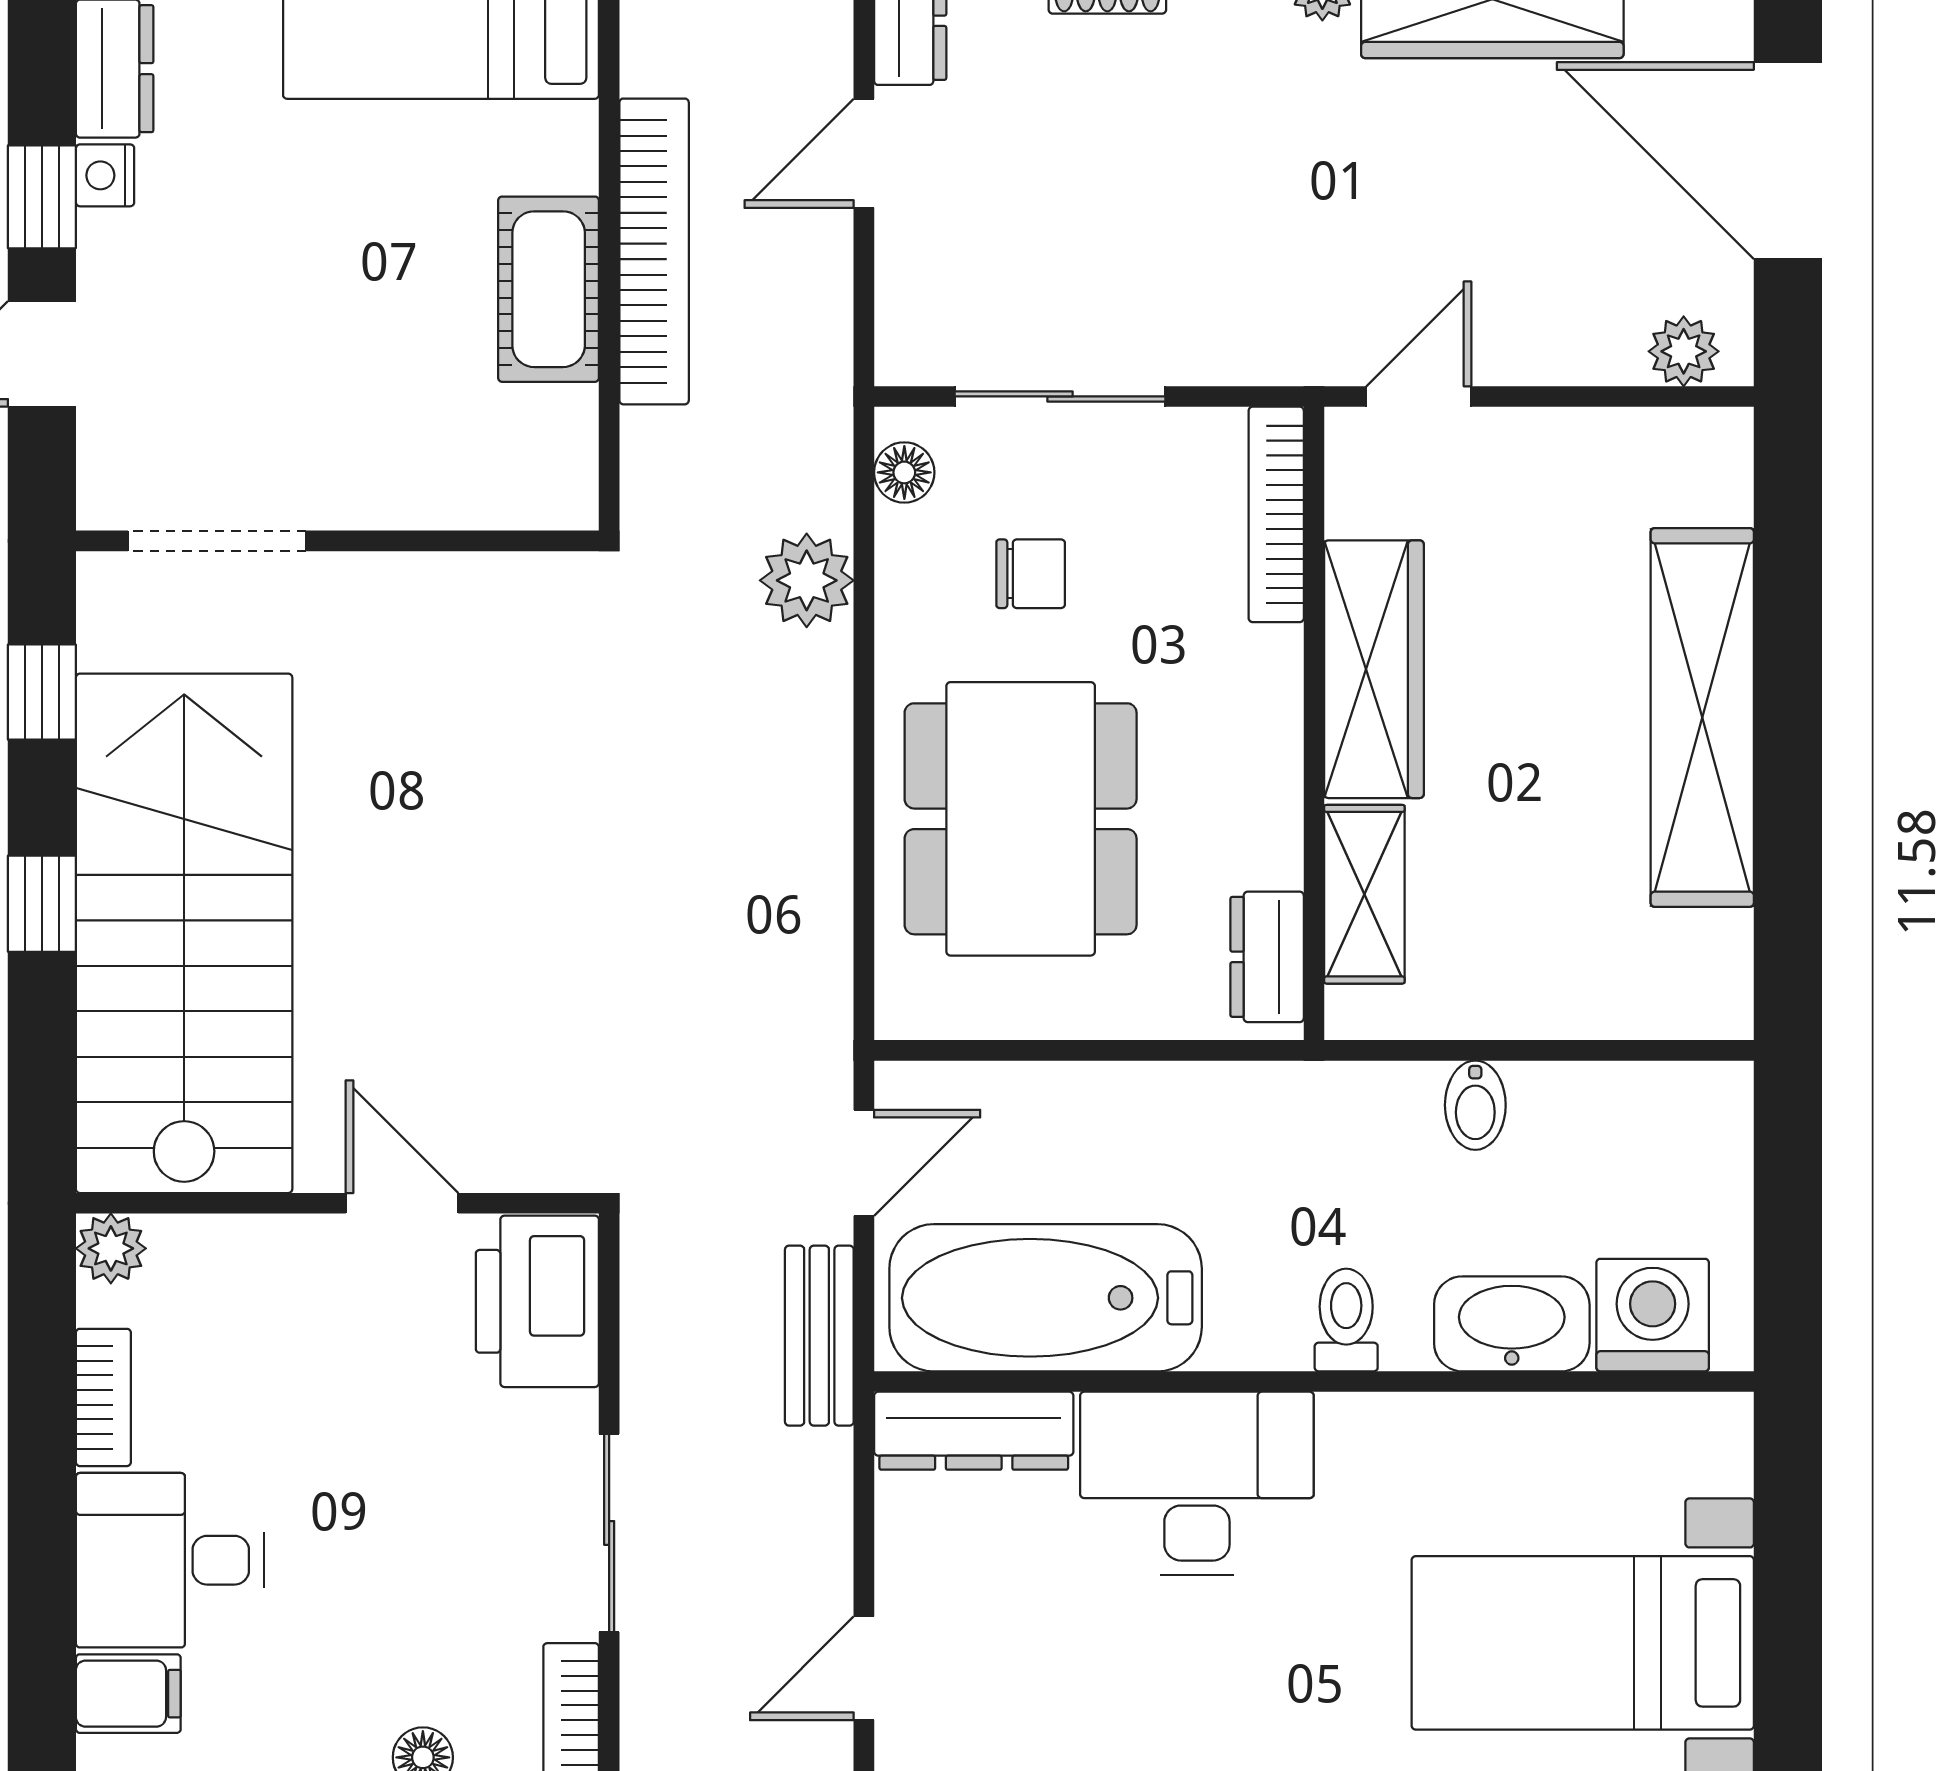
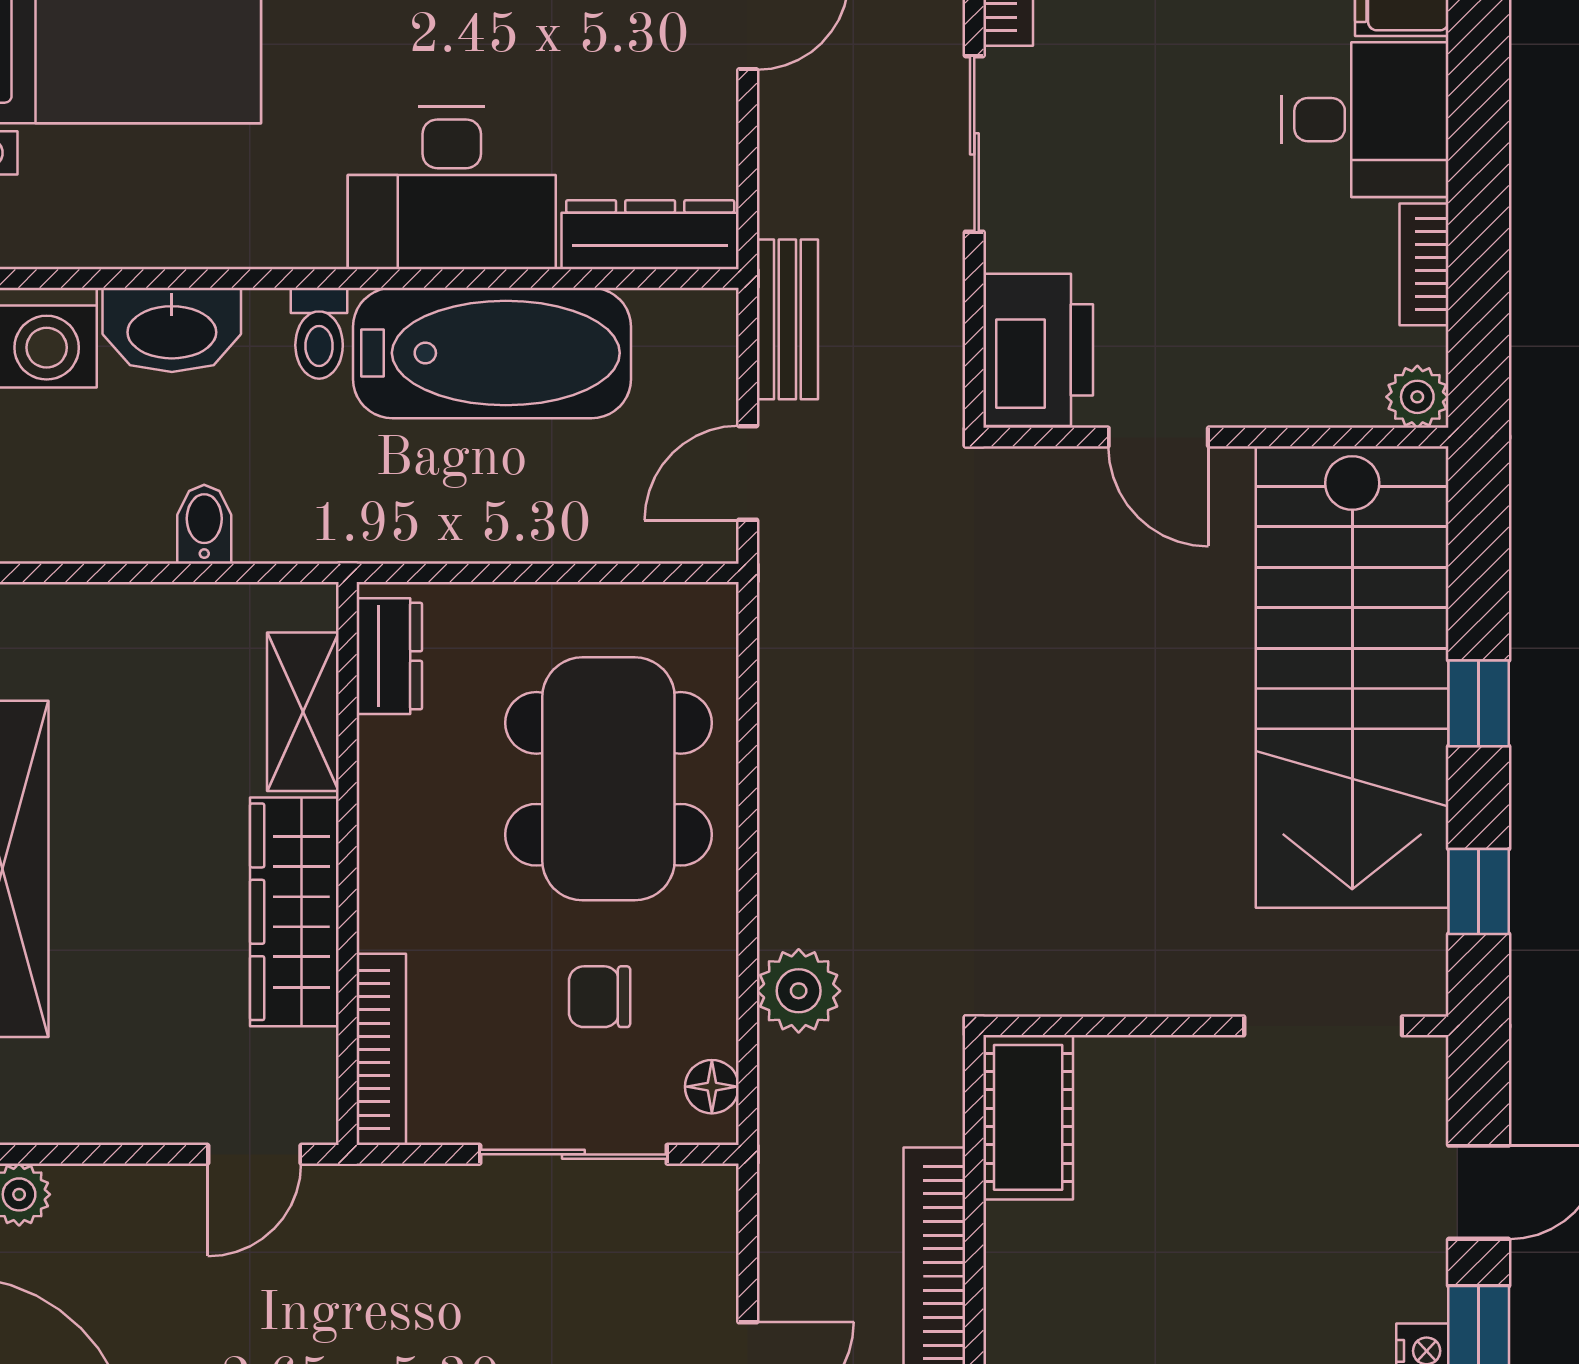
cot: (549, 289) -> (1028, 1117), moved
bathtub: (1046, 1298) -> (492, 353), moved

